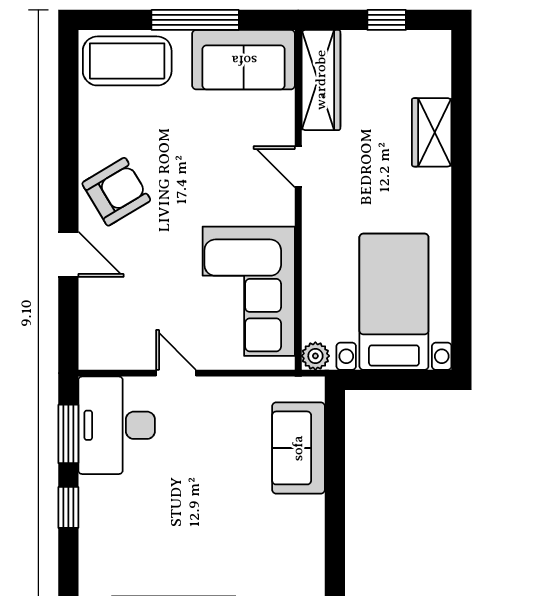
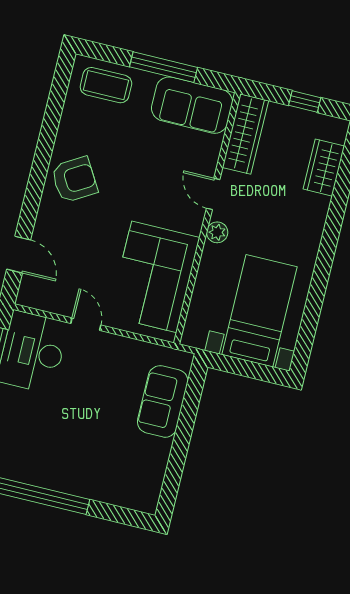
coffee table: (127, 61) -> (106, 85), width x0.73, depth x0.76
wardrobe: (432, 132) -> (324, 168), moved
door: (68, 254) -> (19, 255), moved
plant: (315, 356) -> (217, 232), moved

